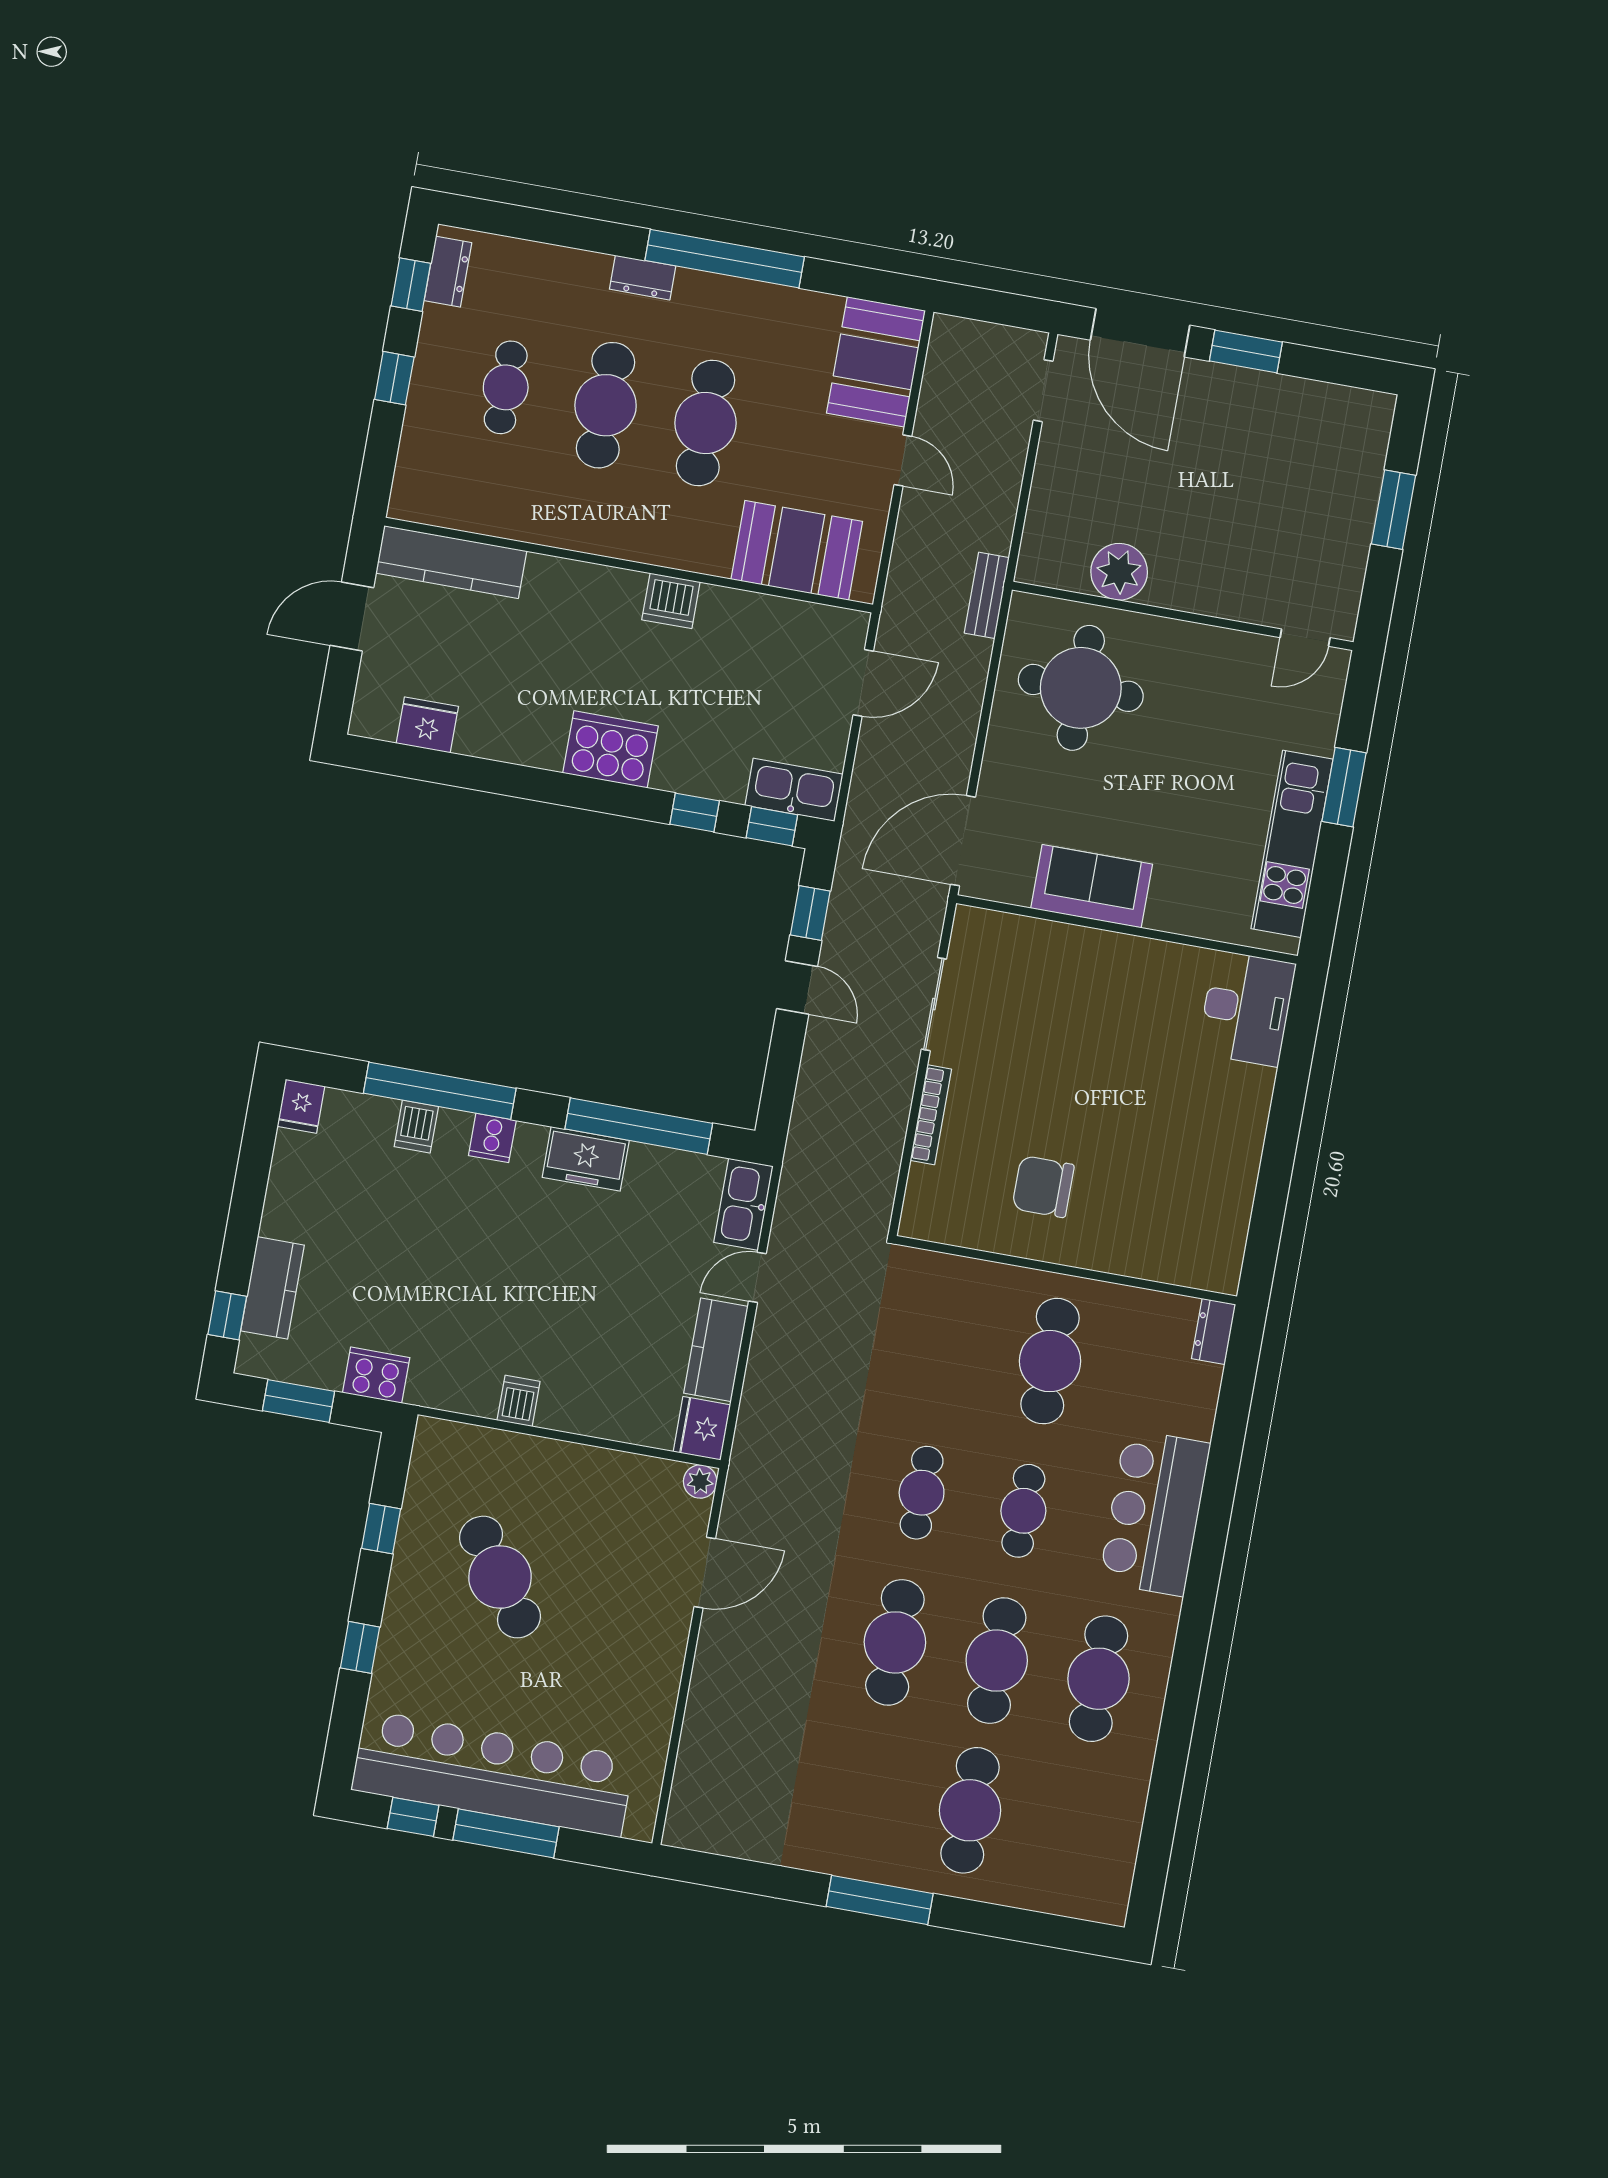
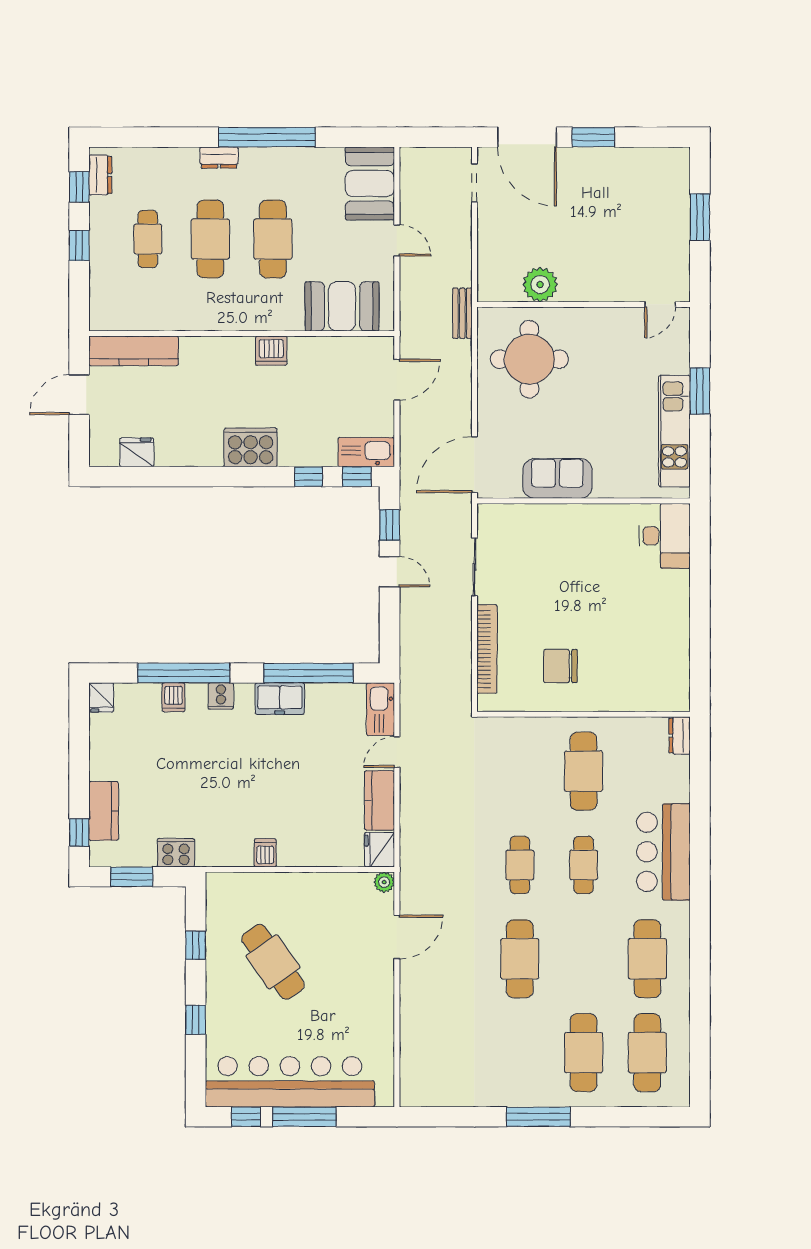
bookcase: (931, 1115) -> (487, 649), width x1.48, depth x1.31
cafe table: (997, 1661) -> (647, 1053), moved

